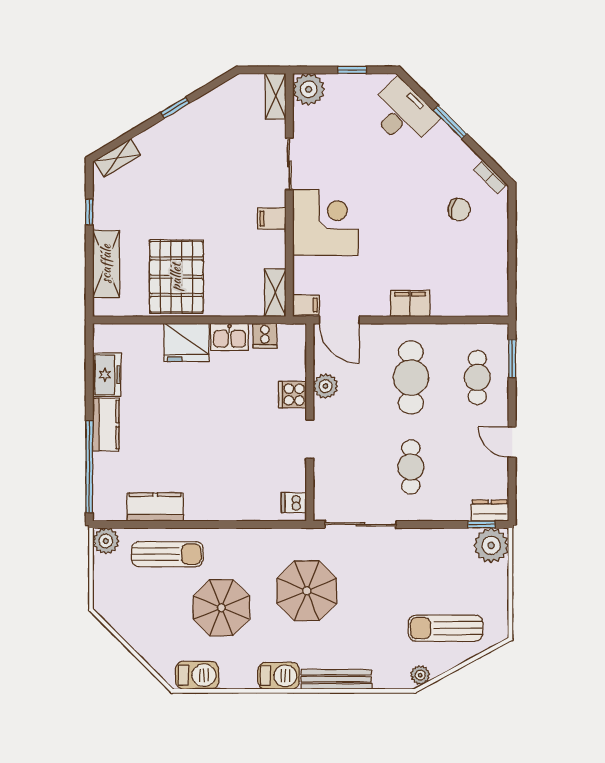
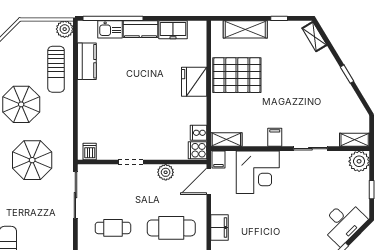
corner desk: (325, 222) -> (258, 172), moved
kitchen sink: (230, 337) -> (110, 29), moved, turned -90
cooker: (292, 395) -> (197, 150), moved, turned -90

